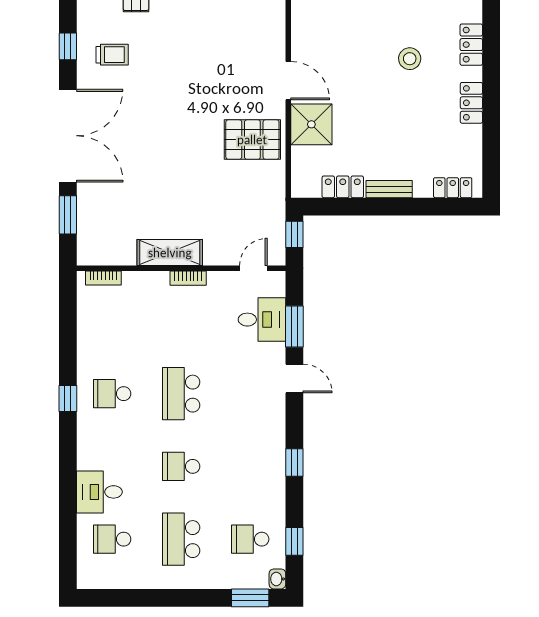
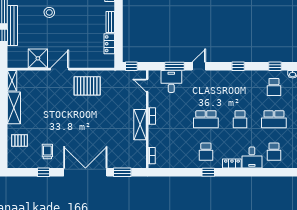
shower: (311, 124) -> (38, 58), moved
pallet: (252, 140) -> (87, 86), turned 90
locker: (87, 449) -> (232, 163), added

